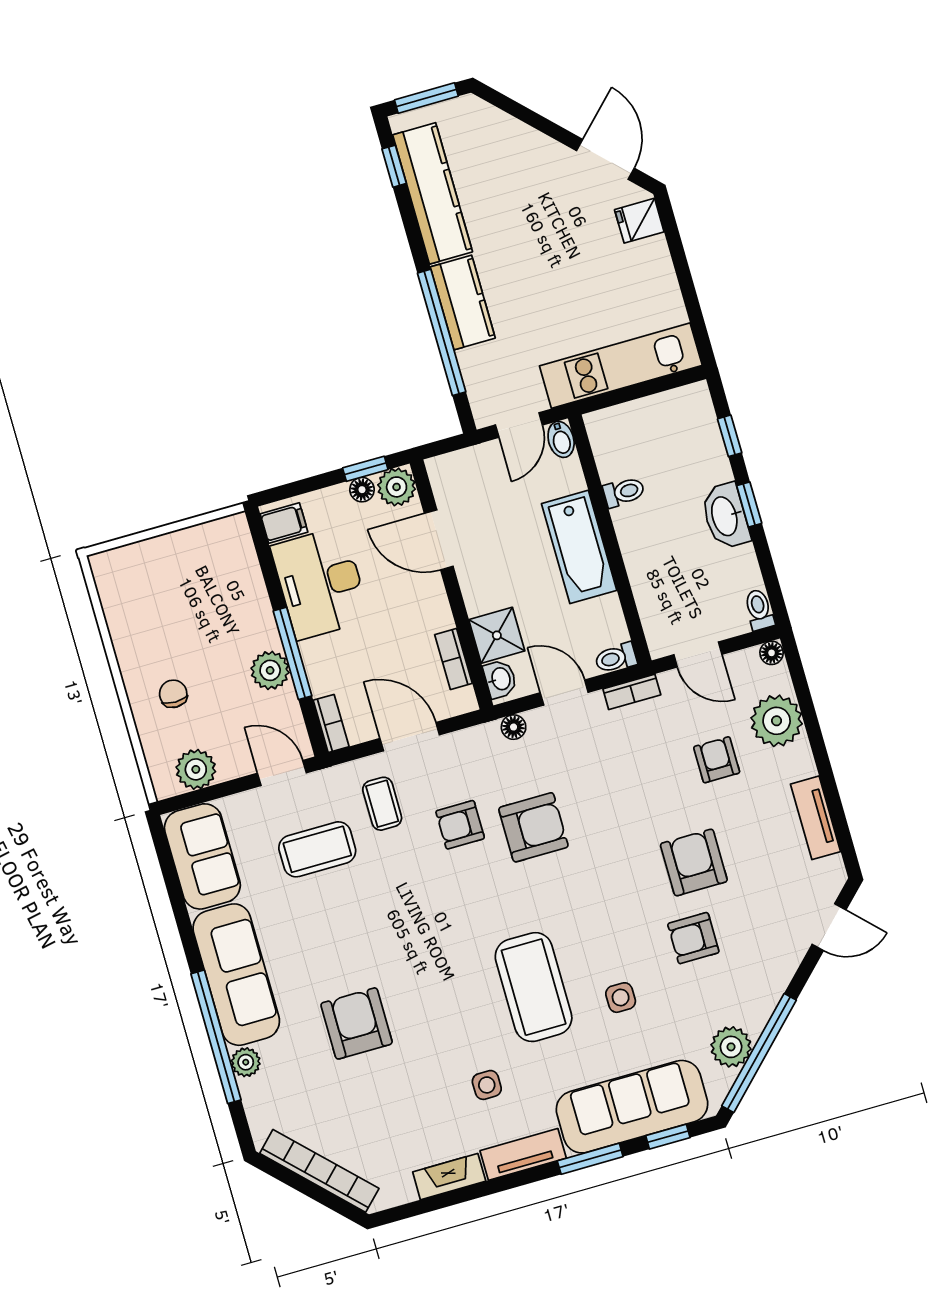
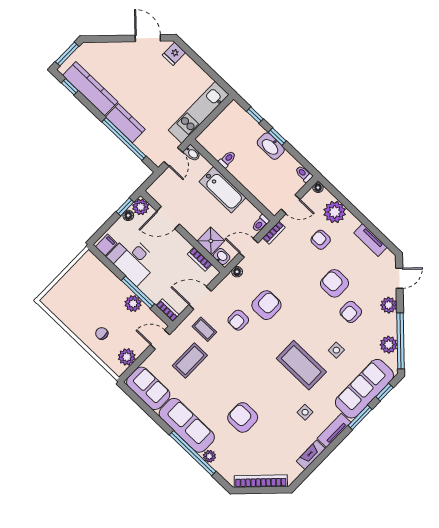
plant: (777, 968) -> (389, 305), added

